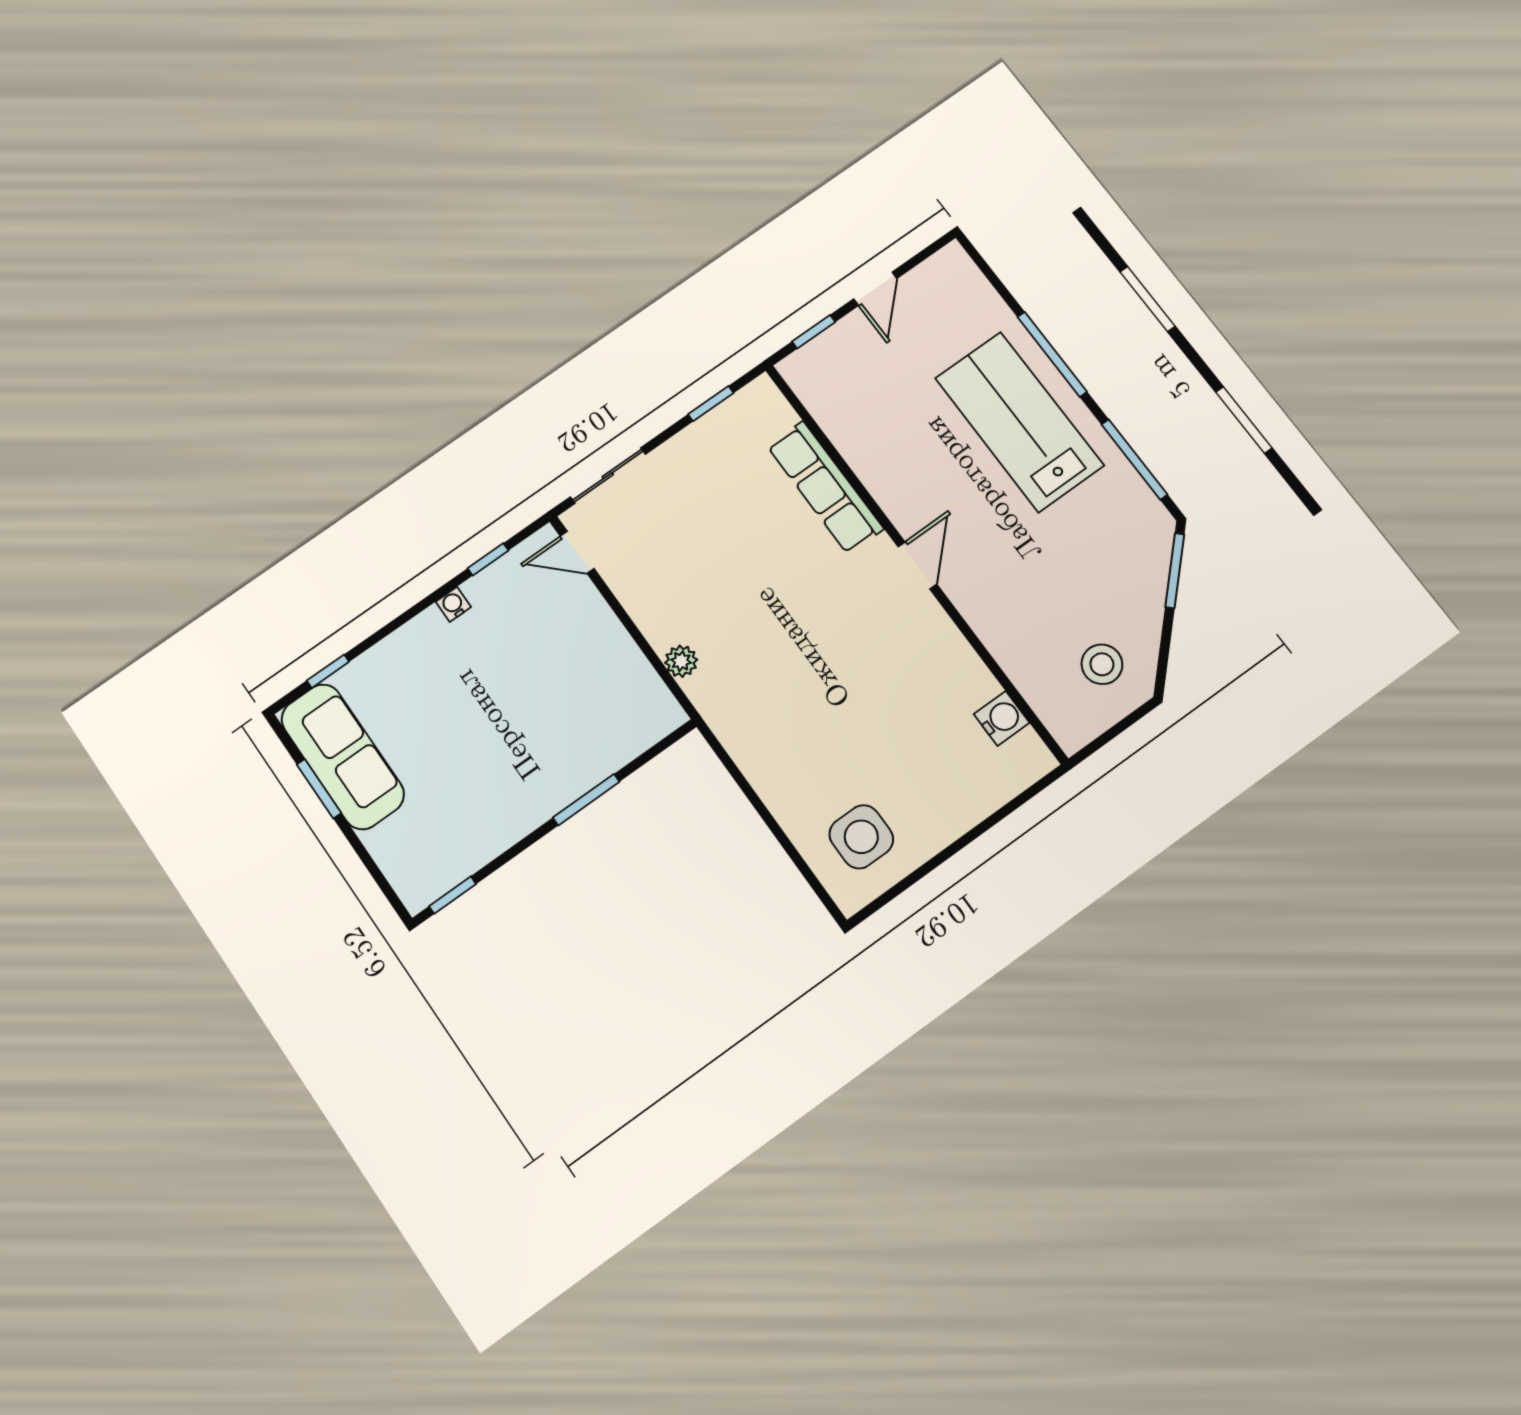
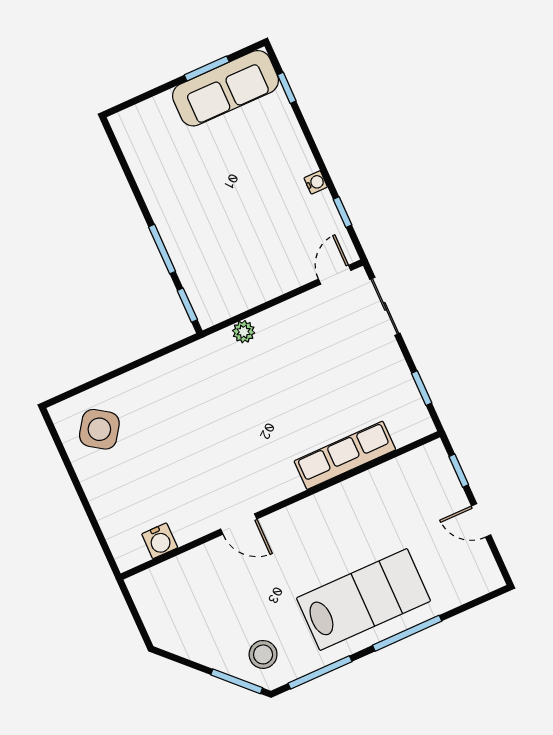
door: (917, 565) -> (239, 524), moved
stool: (1102, 664) -> (263, 654), moved
side table: (861, 837) -> (99, 429), turned 34
window: (453, 895) -> (187, 305), moved

